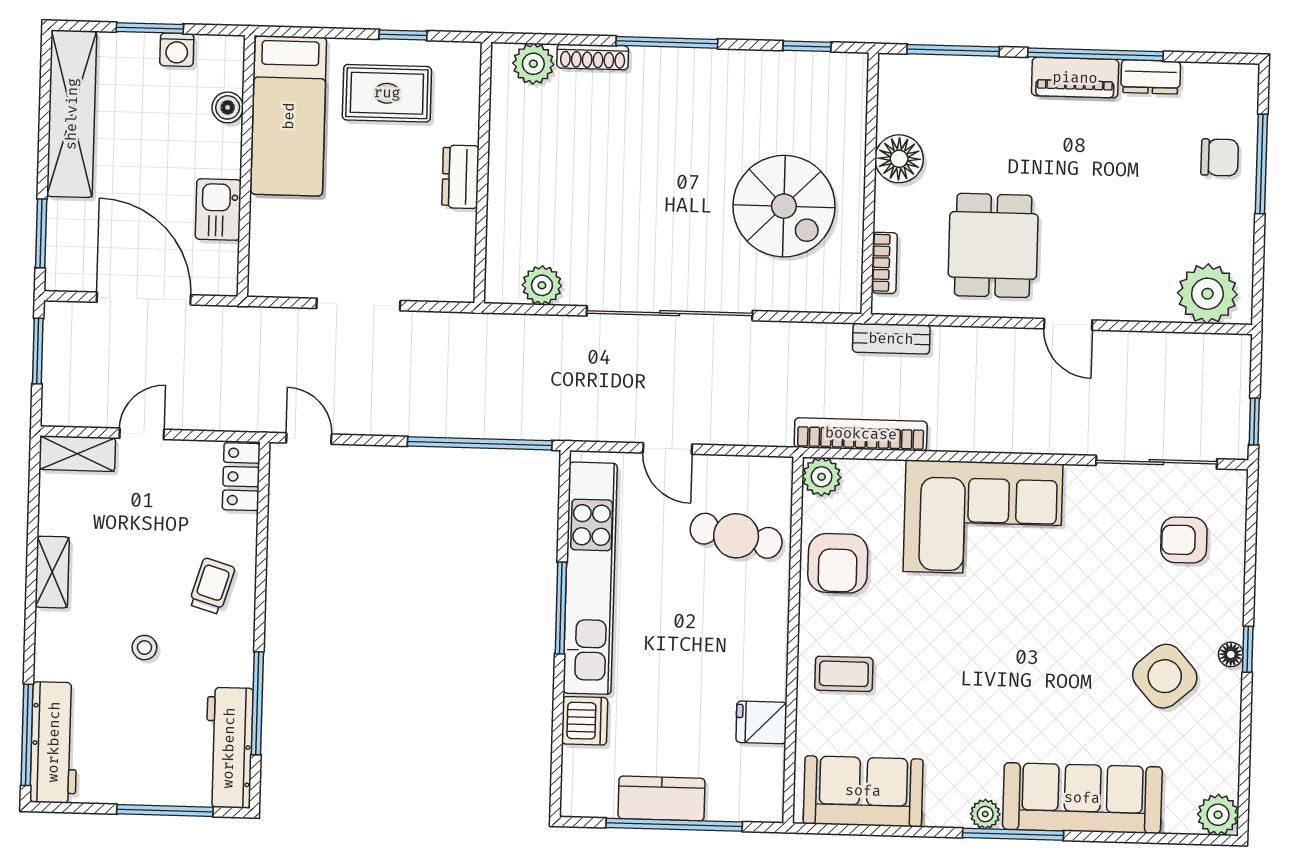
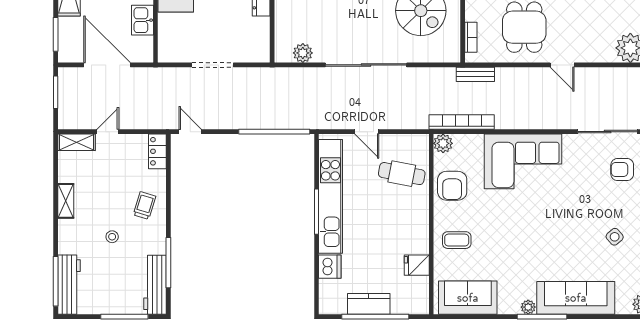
side table: (1165, 676) -> (615, 237), width x0.54, depth x0.54

